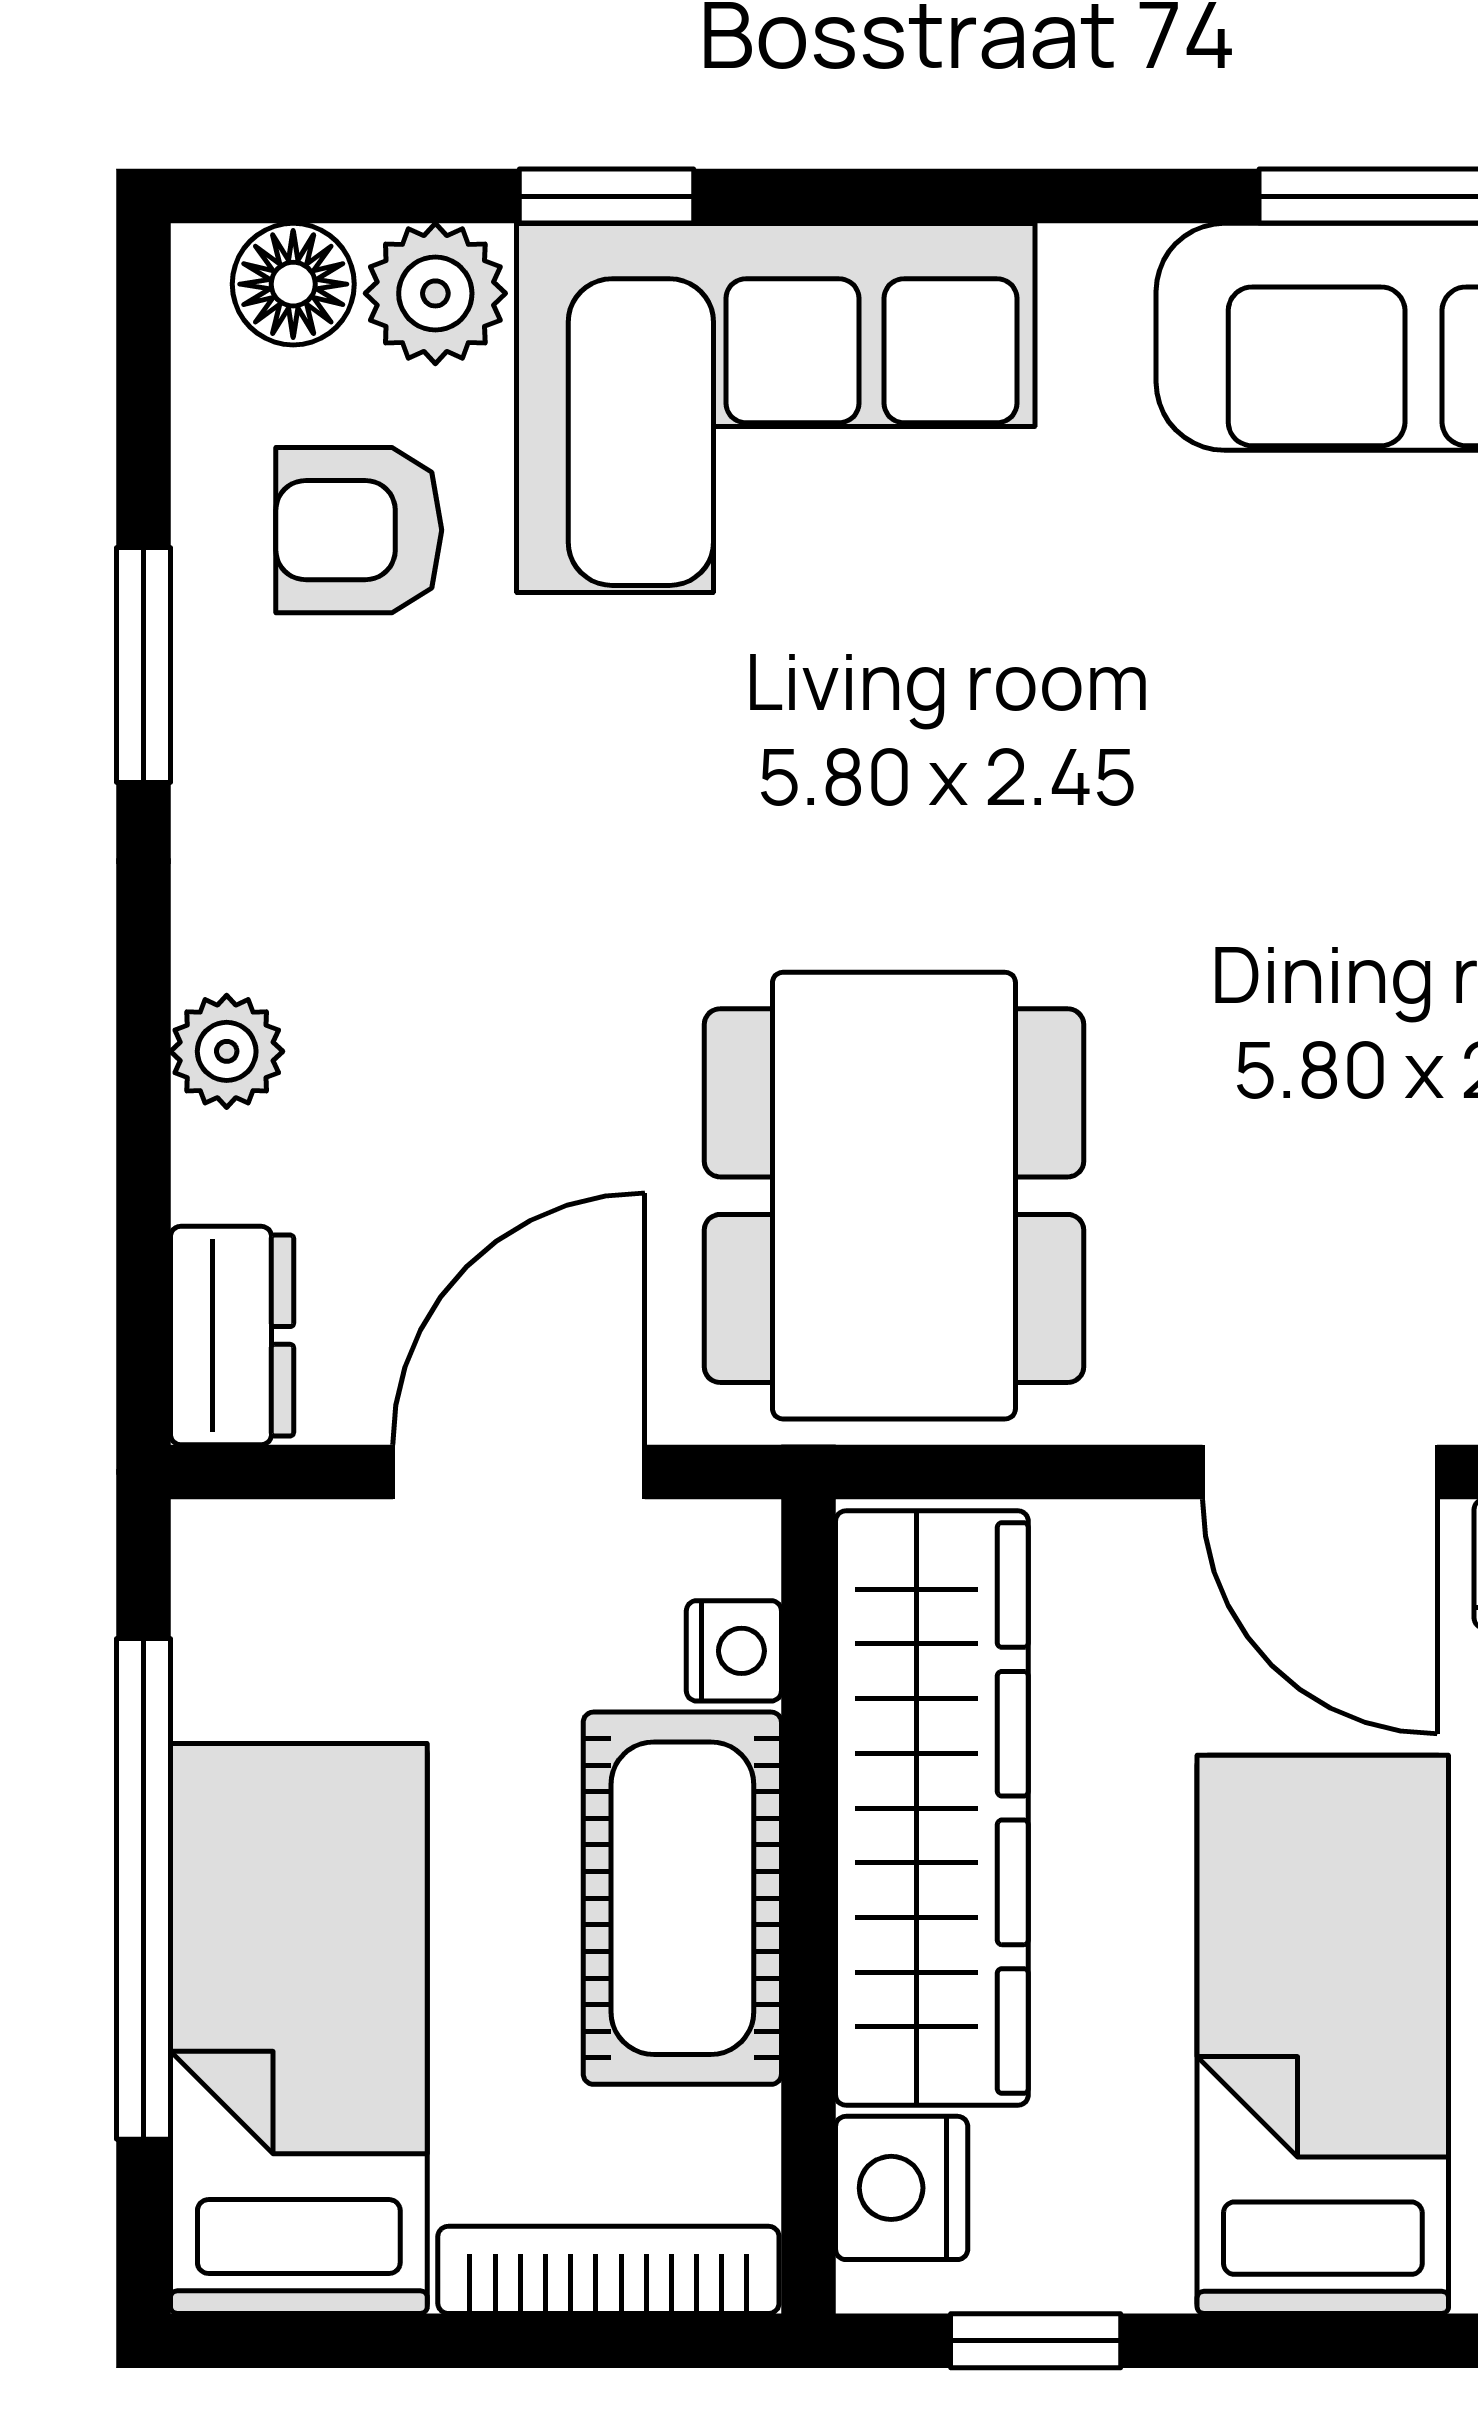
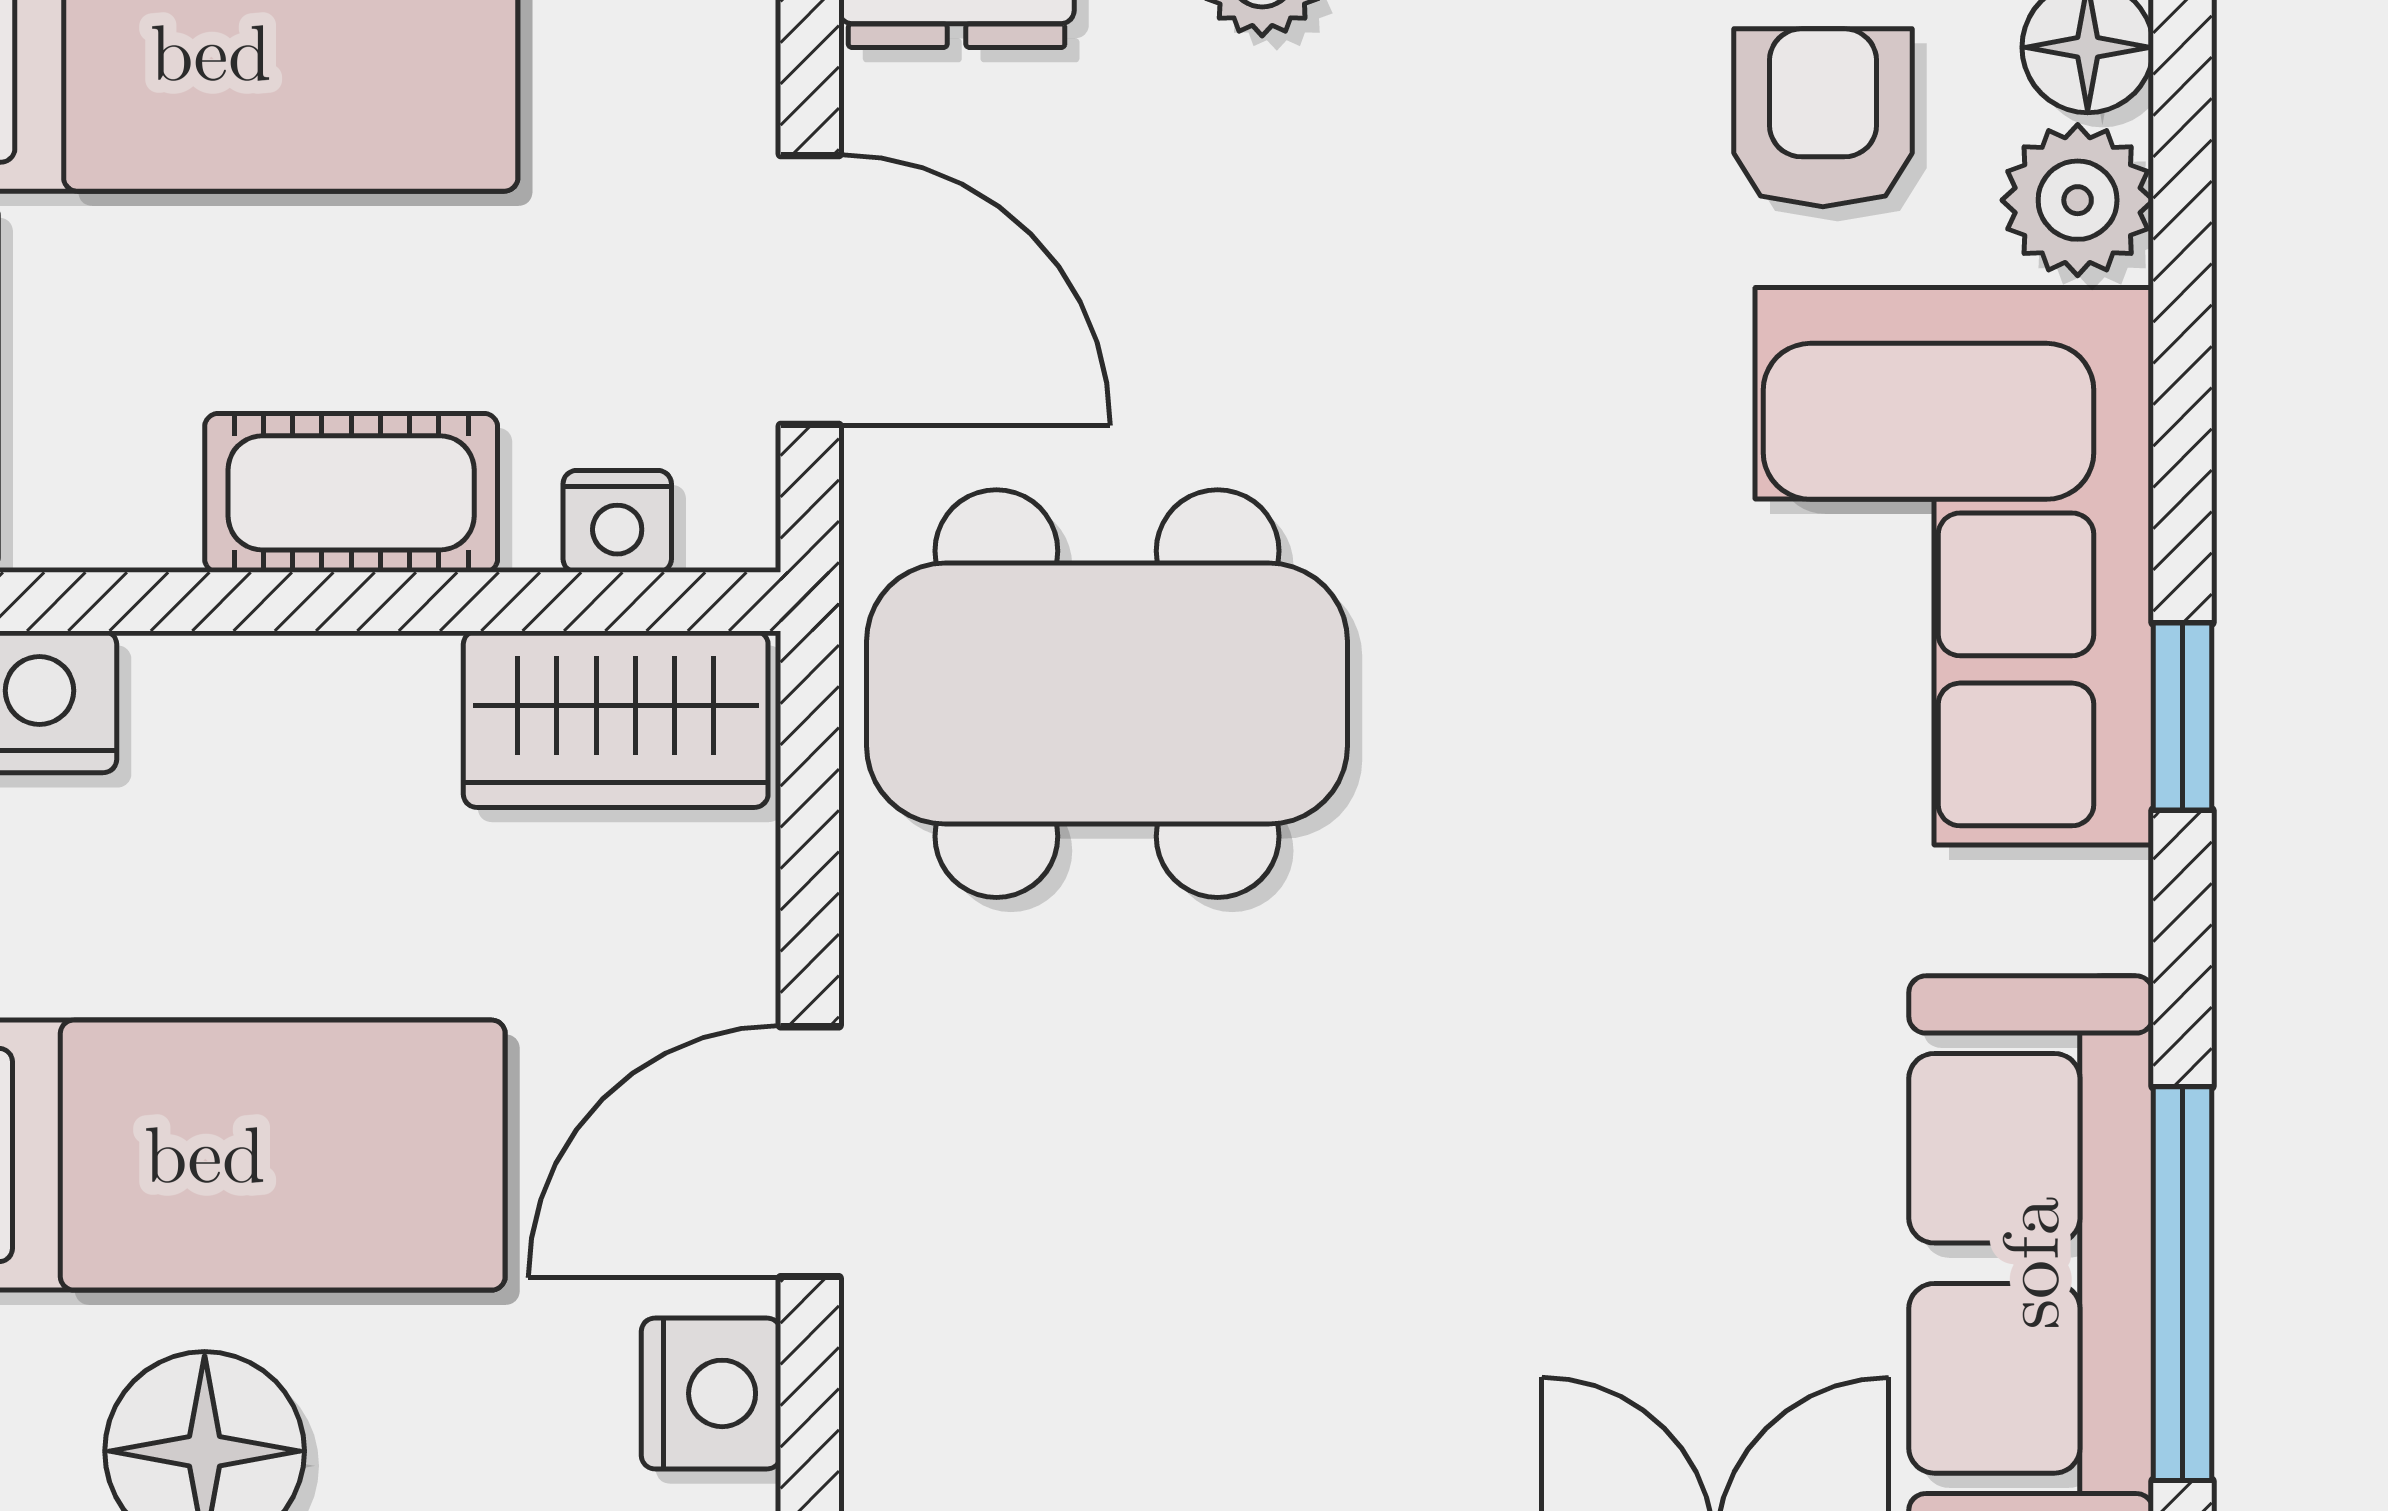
window: (607, 196) -> (2182, 717), moved
wardrobe: (932, 1808) -> (616, 719), width x0.48, depth x0.85
cot: (682, 1898) -> (351, 493), width x0.73, depth x0.75

